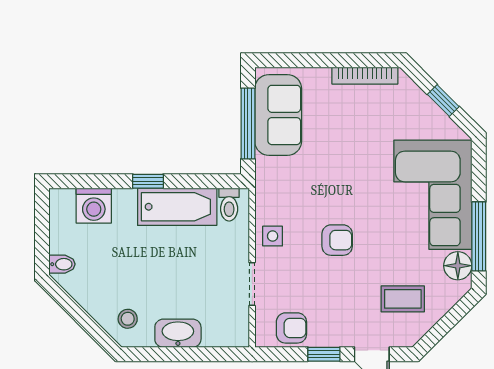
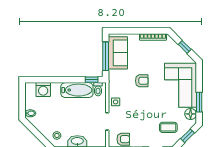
window: (148, 181) -> (92, 80), moved
window: (479, 236) -> (199, 102), width x0.69
armchair: (337, 240) -> (142, 81), moved
window: (450, 320) -> (187, 136), added

